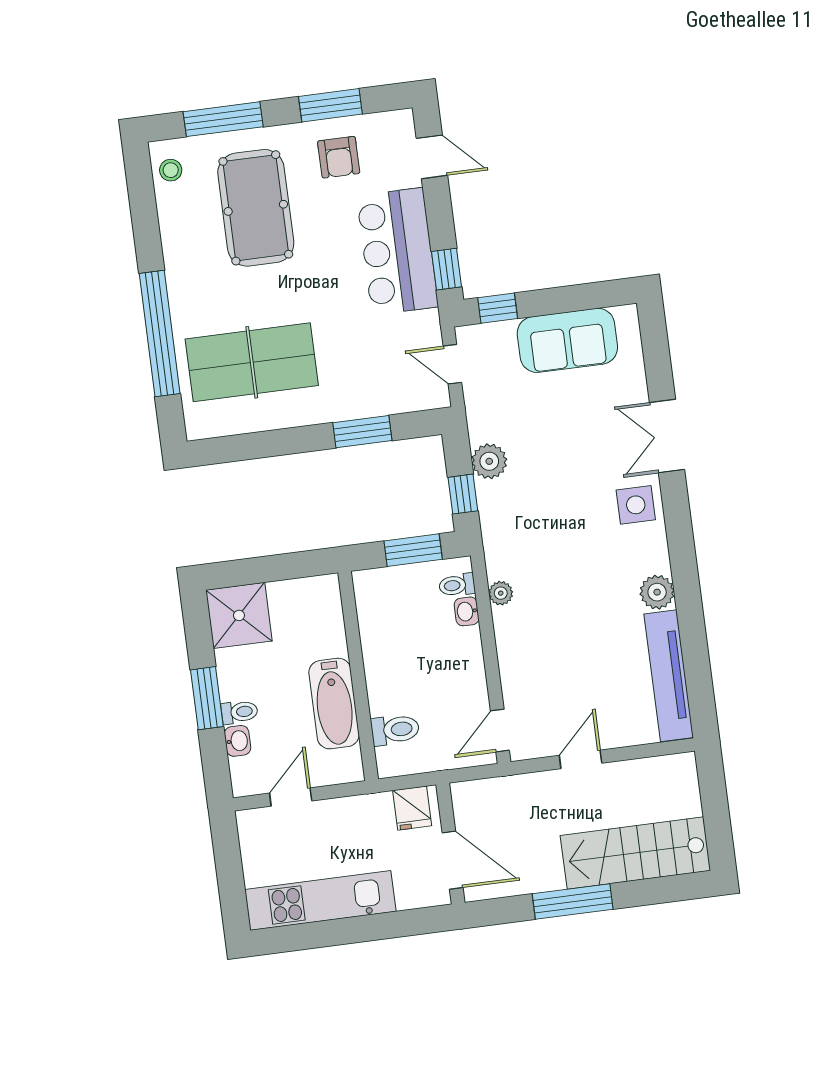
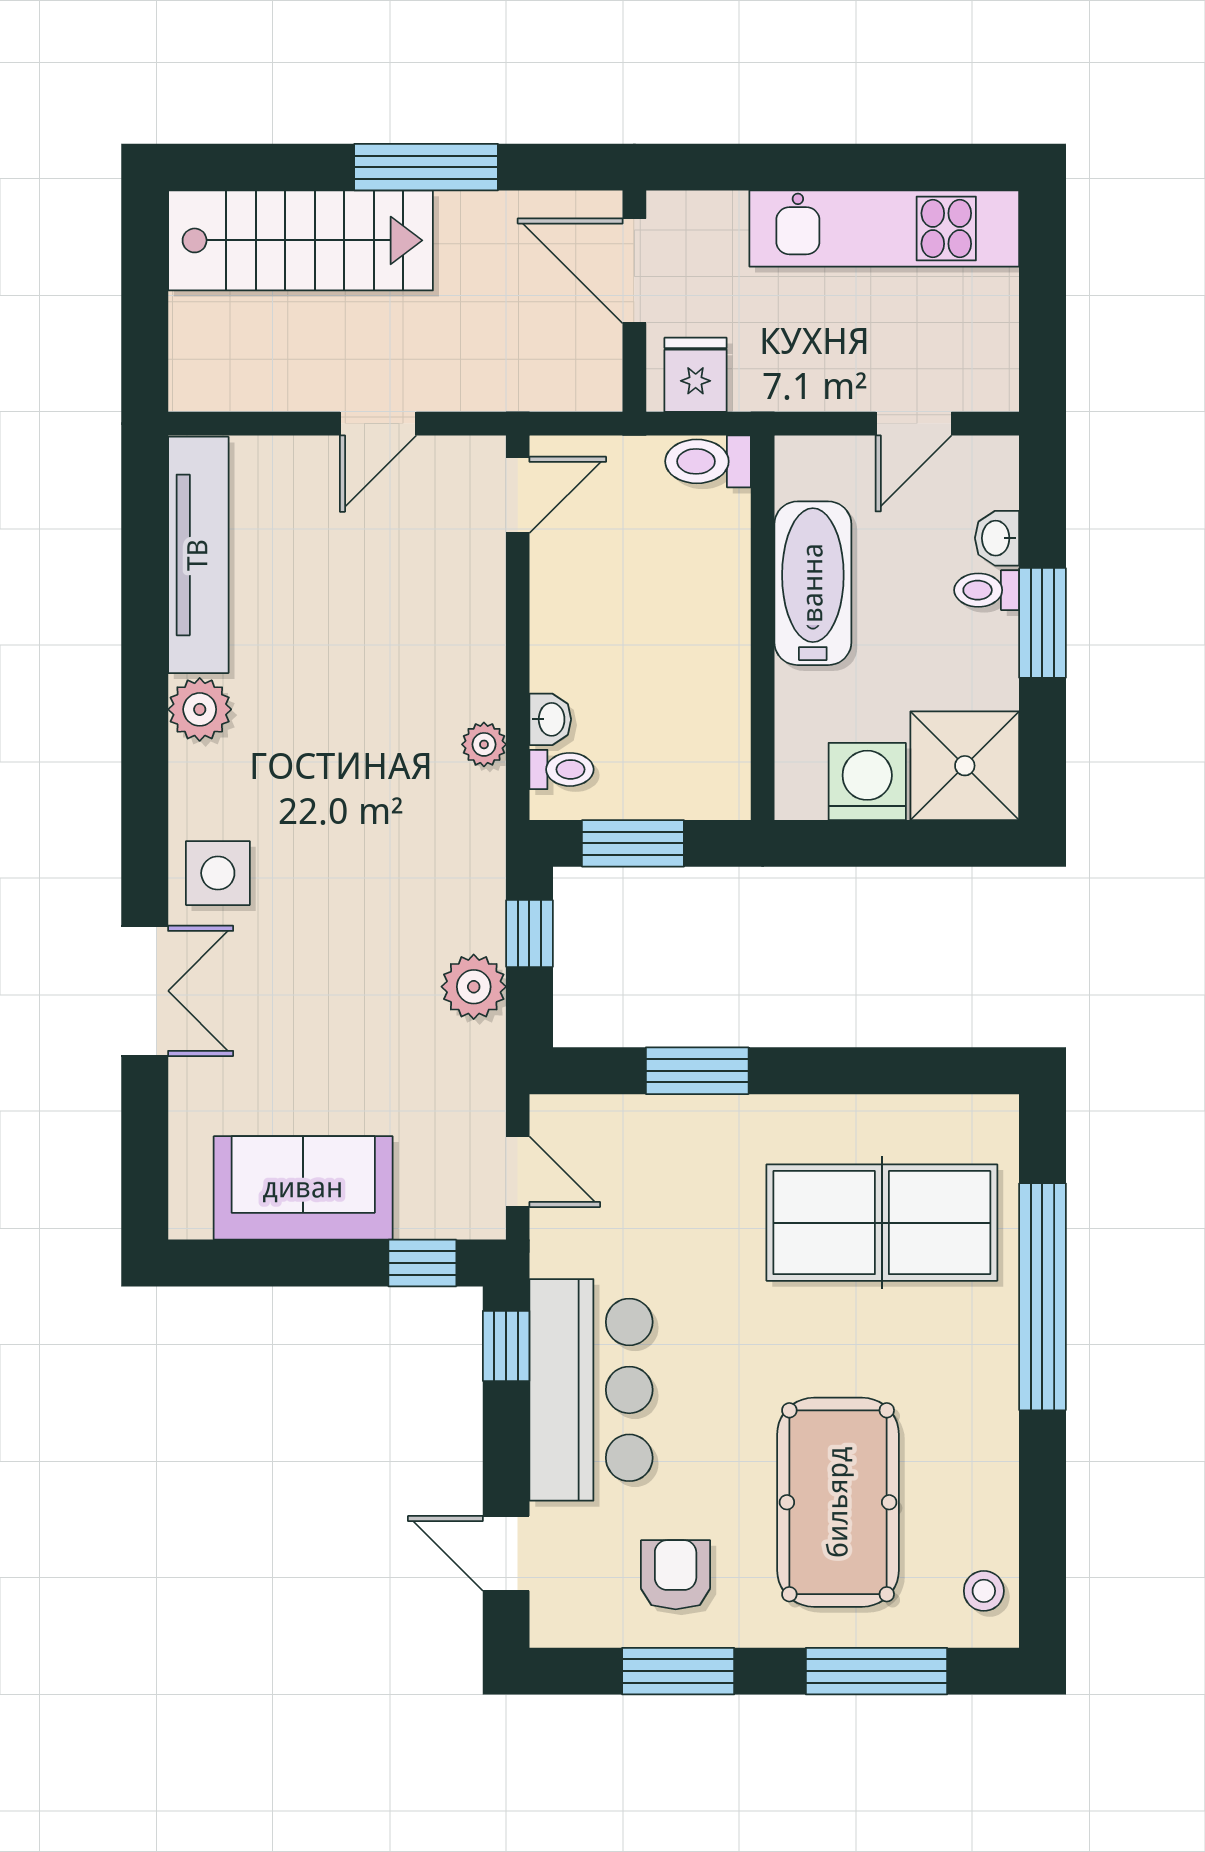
washing machine: (291, 600) -> (867, 781), added
toilet: (395, 730) -> (708, 461), moved

